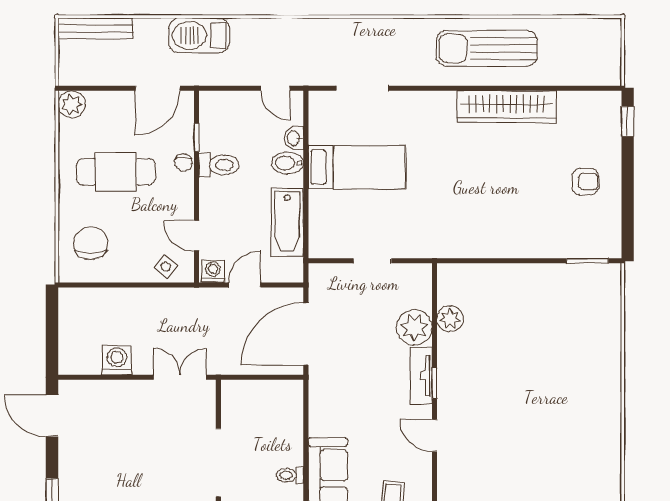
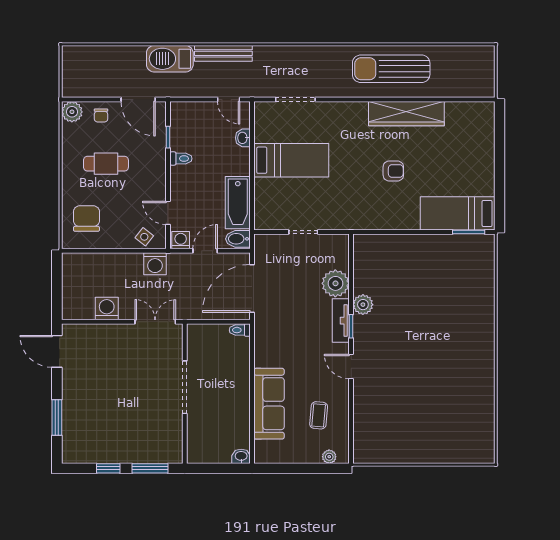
bench: (96, 28) -> (223, 53), moved
door: (158, 88) -> (138, 100), hinge flipped
window: (628, 121) -> (500, 125), removed
chair: (183, 163) -> (101, 115), moved
bidet: (288, 163) -> (238, 239), moved
toilet: (219, 165) -> (181, 159), width x0.73, depth x0.72
cafe table: (116, 172) -> (106, 164), width x0.73, depth x0.74
armchair: (585, 181) -> (393, 171), moved
bed: (573, 237) -> (458, 213), added
washing machine: (180, 302) -> (155, 264), added
plant: (450, 319) -> (363, 305), moved
toilet: (290, 475) -> (240, 330), moved

